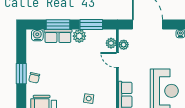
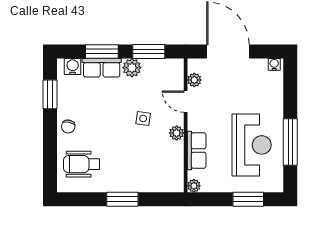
plant: (111, 43) -> (177, 133), moved
window: (21, 74) -> (50, 94), moved
side table: (89, 99) -> (143, 118), moved

